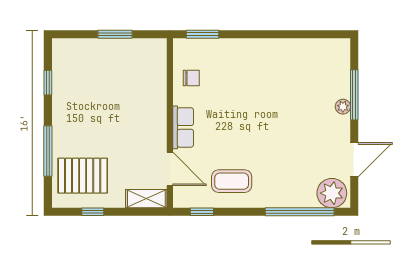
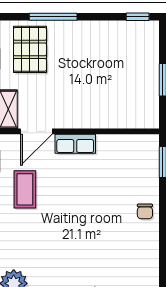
chair: (191, 78) -> (145, 211), moved
window: (48, 83) -> (138, 17), moved

